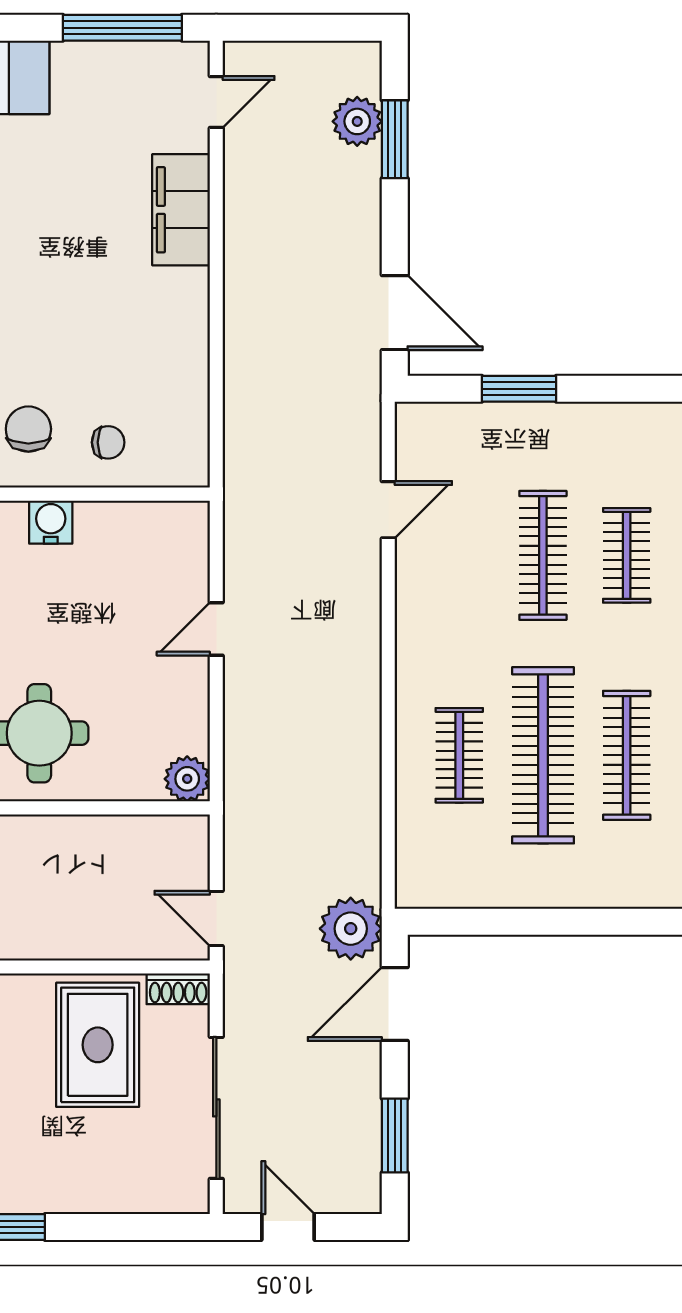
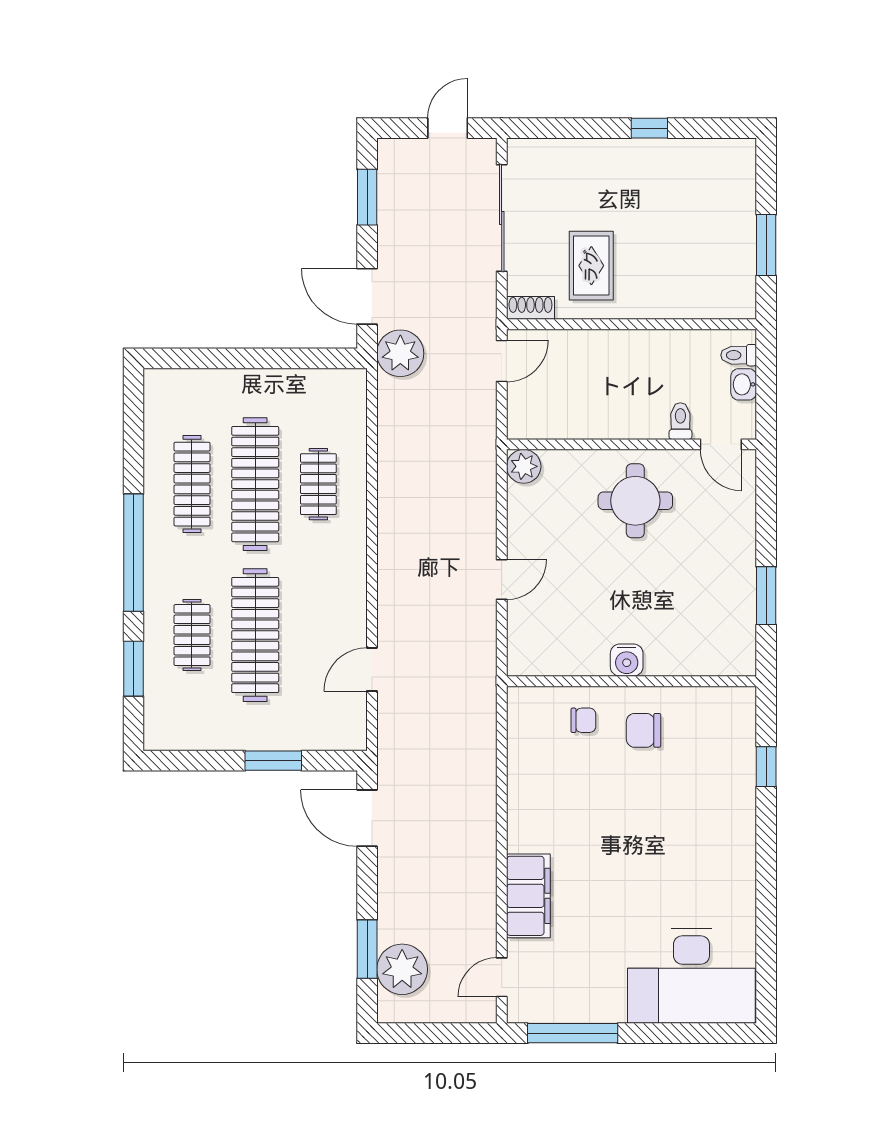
plant: (357, 121) -> (402, 969), width x1.36, depth x1.36
chair: (28, 429) -> (644, 730), turned 90
chair: (108, 442) -> (583, 720), turned 180
clothes rail: (543, 555) -> (255, 635), width x1.37, depth x1.31
door: (216, 918) -> (502, 361), hinge flipped
door: (395, 1004) -> (367, 296), swing flipped
rug: (98, 1045) -> (591, 266), width x0.73, depth x0.70
door: (288, 1227) -> (448, 128), swing flipped

